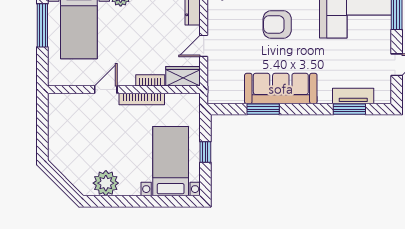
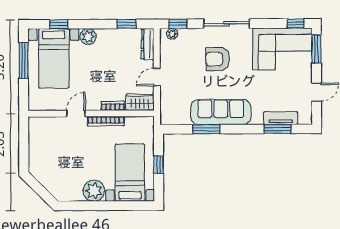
plant: (106, 183) -> (94, 191), moved

